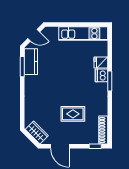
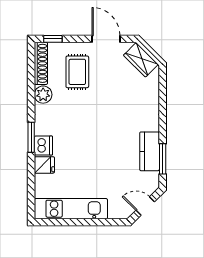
kitchen counter: (31, 62) -> (150, 151), moved
plant: (102, 109) -> (43, 95), added
rug: (73, 114) -> (77, 72), moved, turned 90

